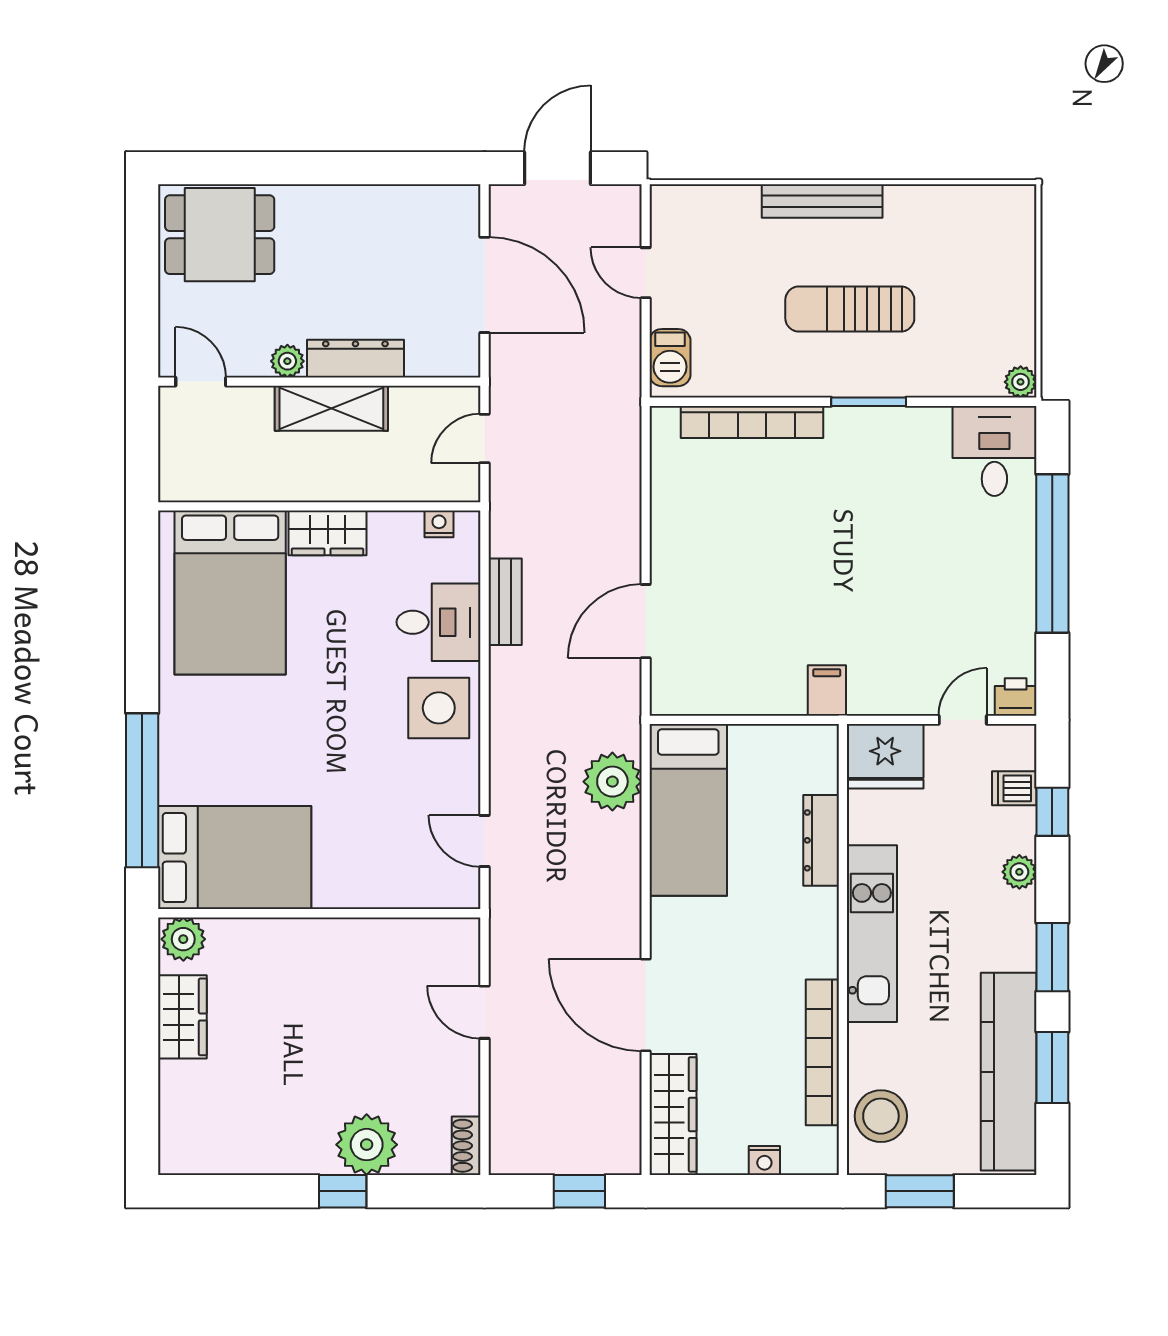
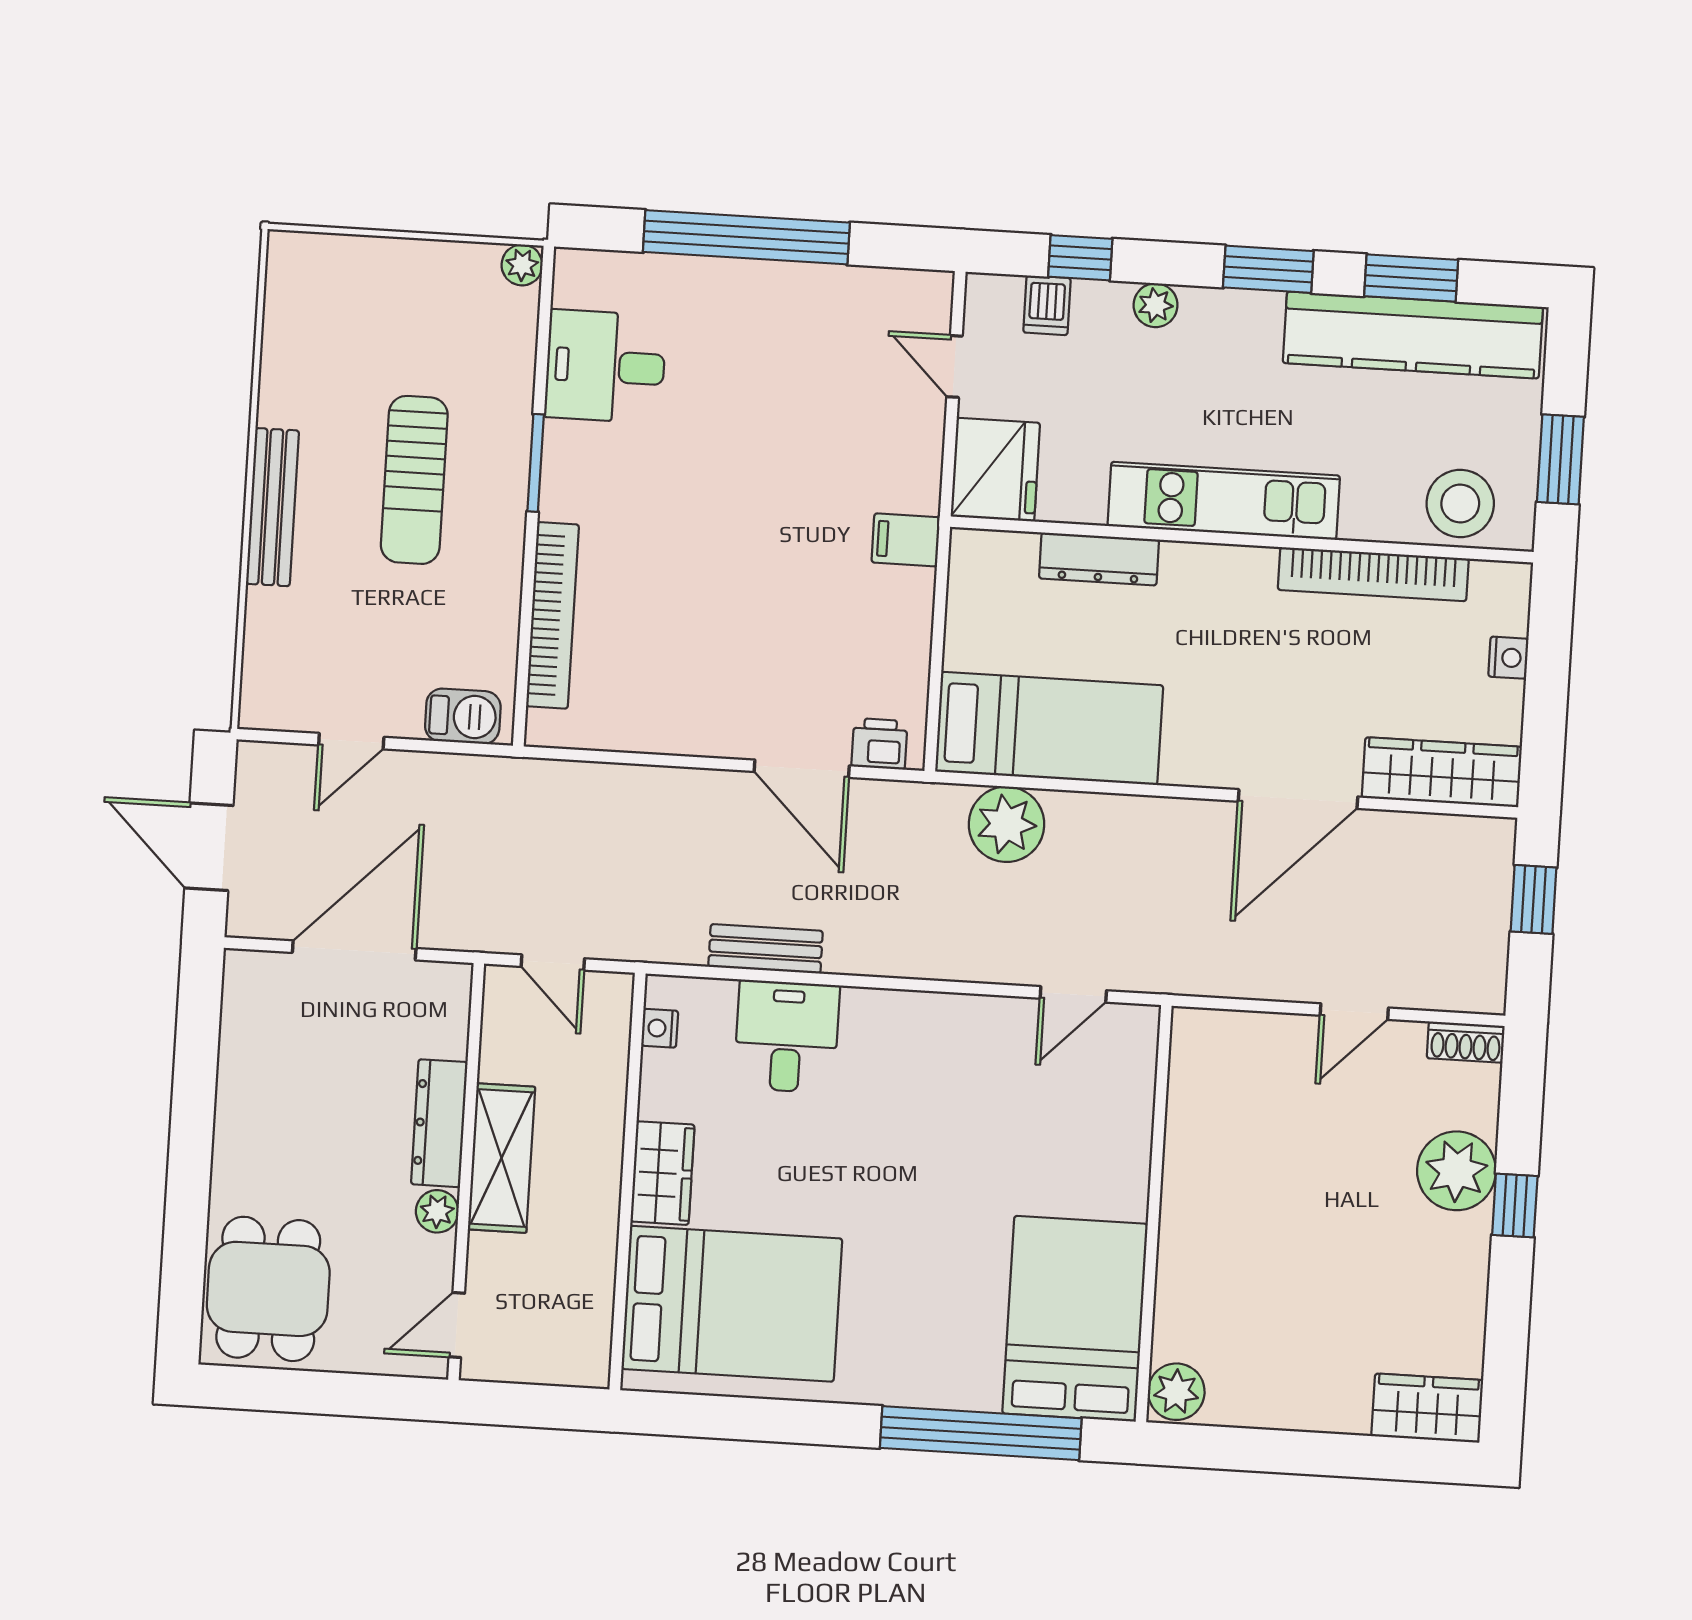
desk: (994, 451) -> (605, 366), moved
printer: (1016, 697) -> (879, 744), moved, turned 90
side table: (439, 708) -> (898, 1043), removed
door: (484, 1012) -> (1354, 1012), moved
wardrobe: (182, 1017) -> (1427, 1408), moved

